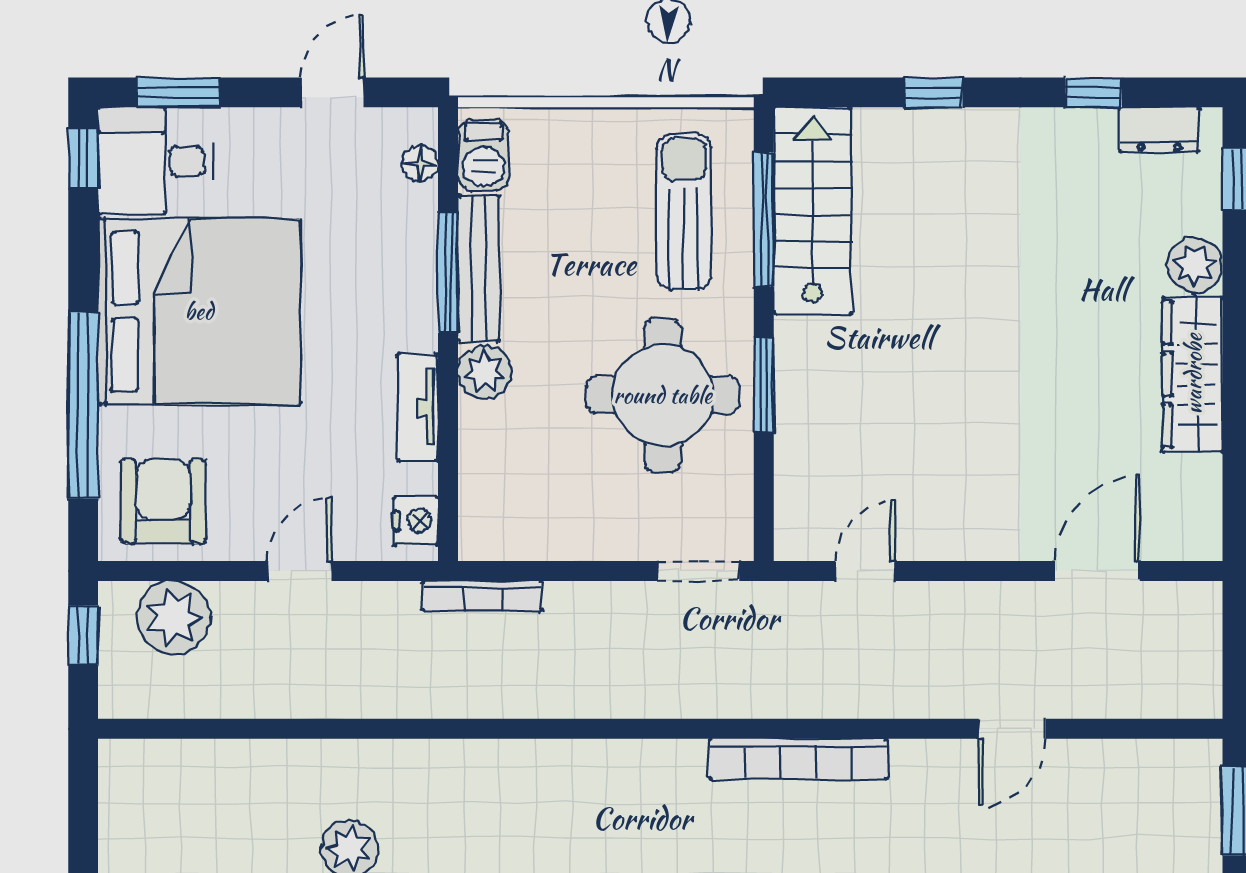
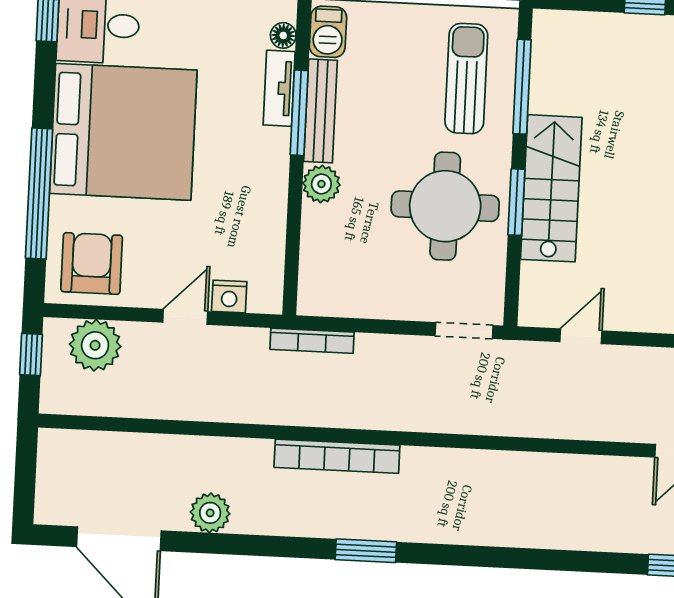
stairs: (813, 210) -> (551, 188), moved
tv unit: (418, 407) -> (279, 88), moved
nightstand: (416, 521) -> (229, 296), moved, turned 90
bookcase: (798, 759) -> (337, 456), moved

